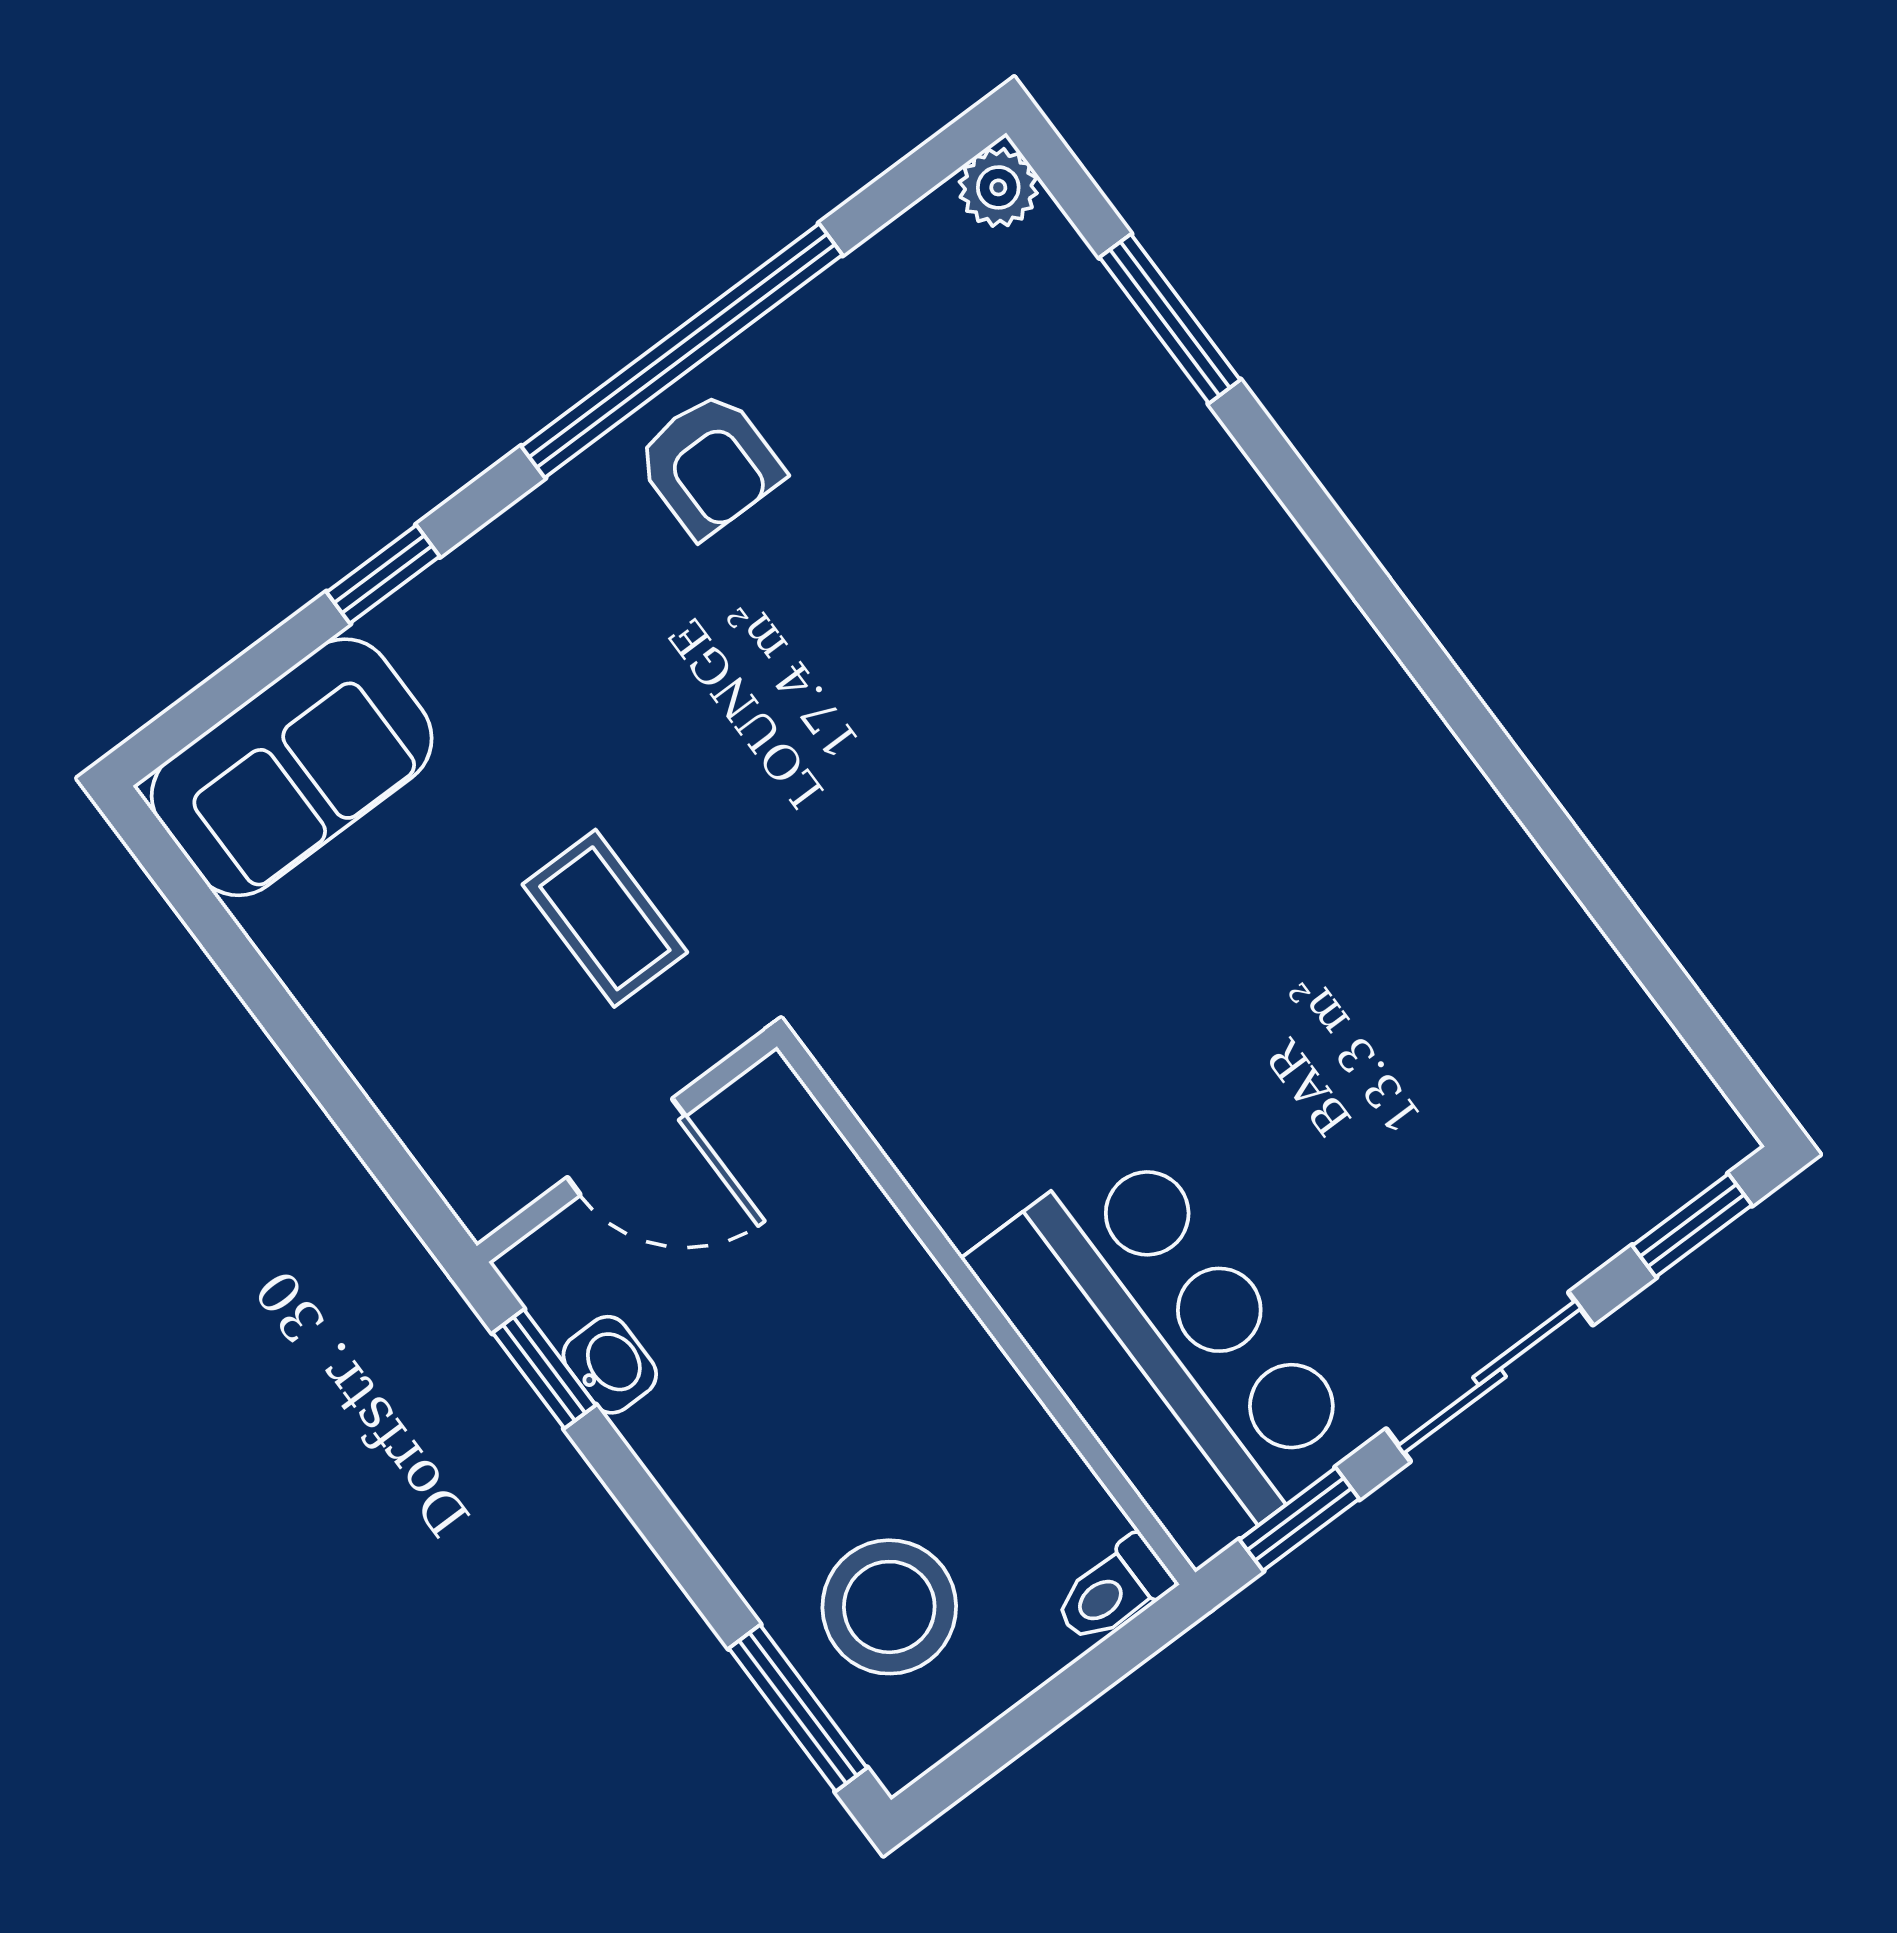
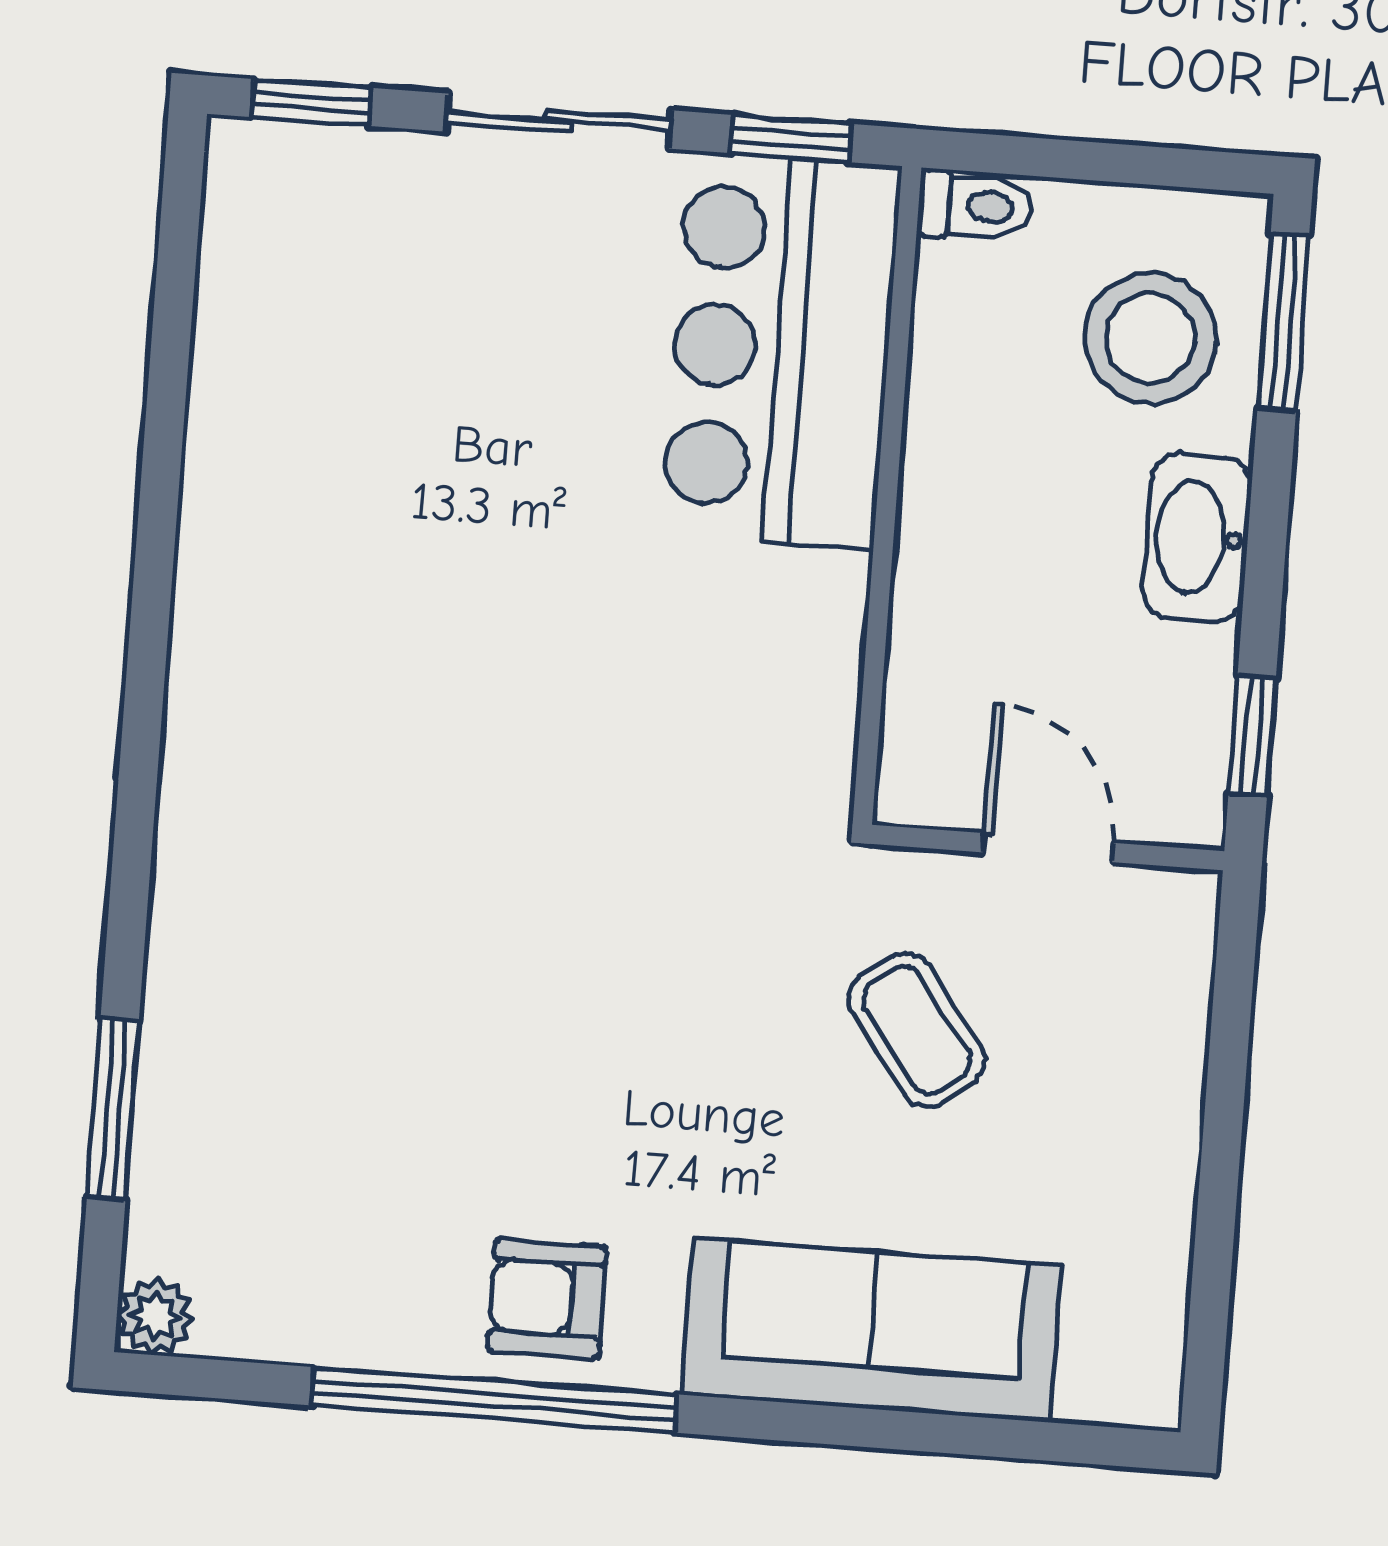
armchair: (709, 464) -> (547, 1298), turned -90
window: (383, 574) -> (859, 1427), removed
sofa: (292, 767) -> (872, 1330), moved, width x1.36
coffee table: (605, 918) -> (917, 1030), turned -37
washbasin: (610, 1365) -> (1197, 538), moved, width x1.91, depth x1.45

